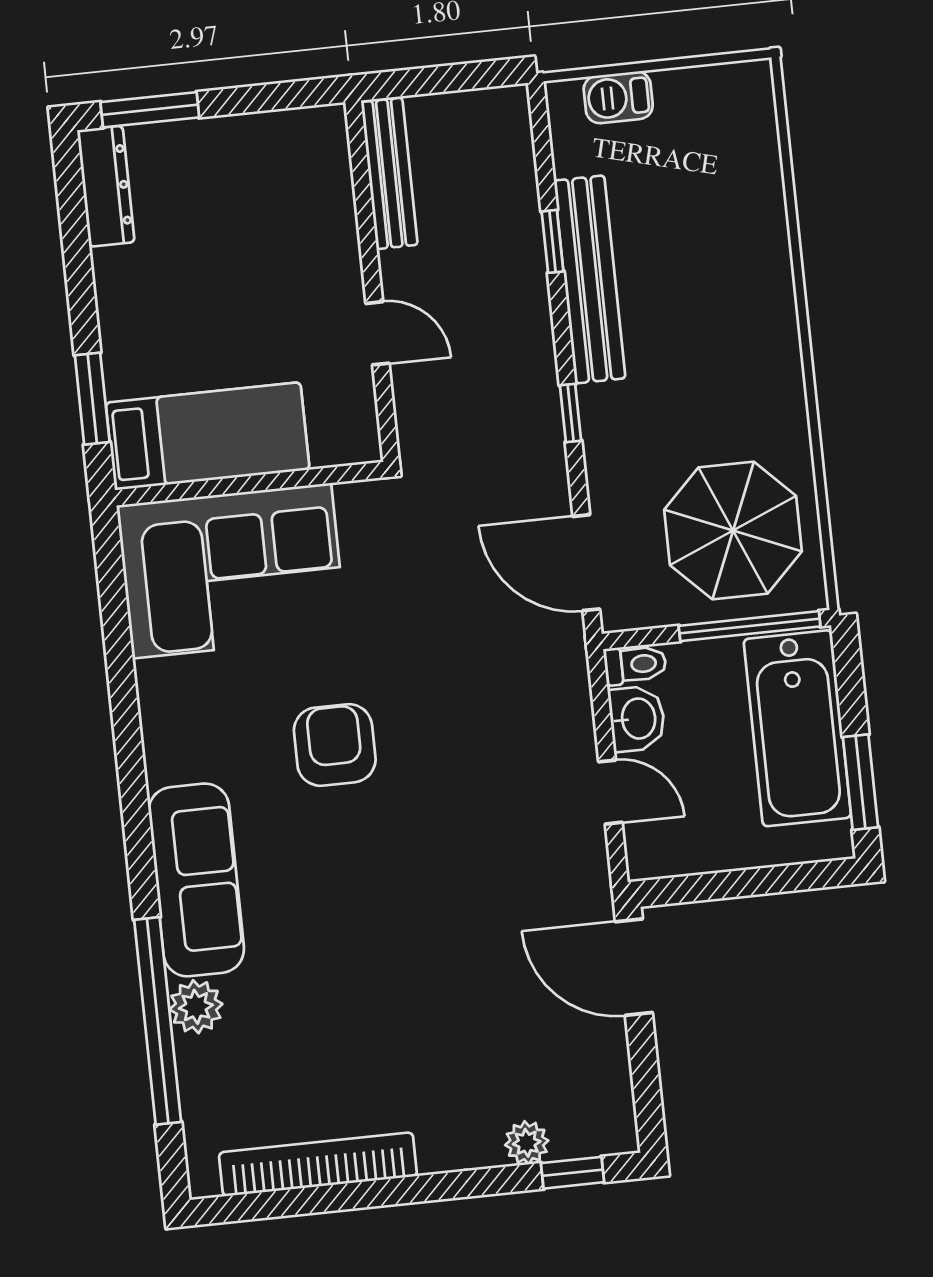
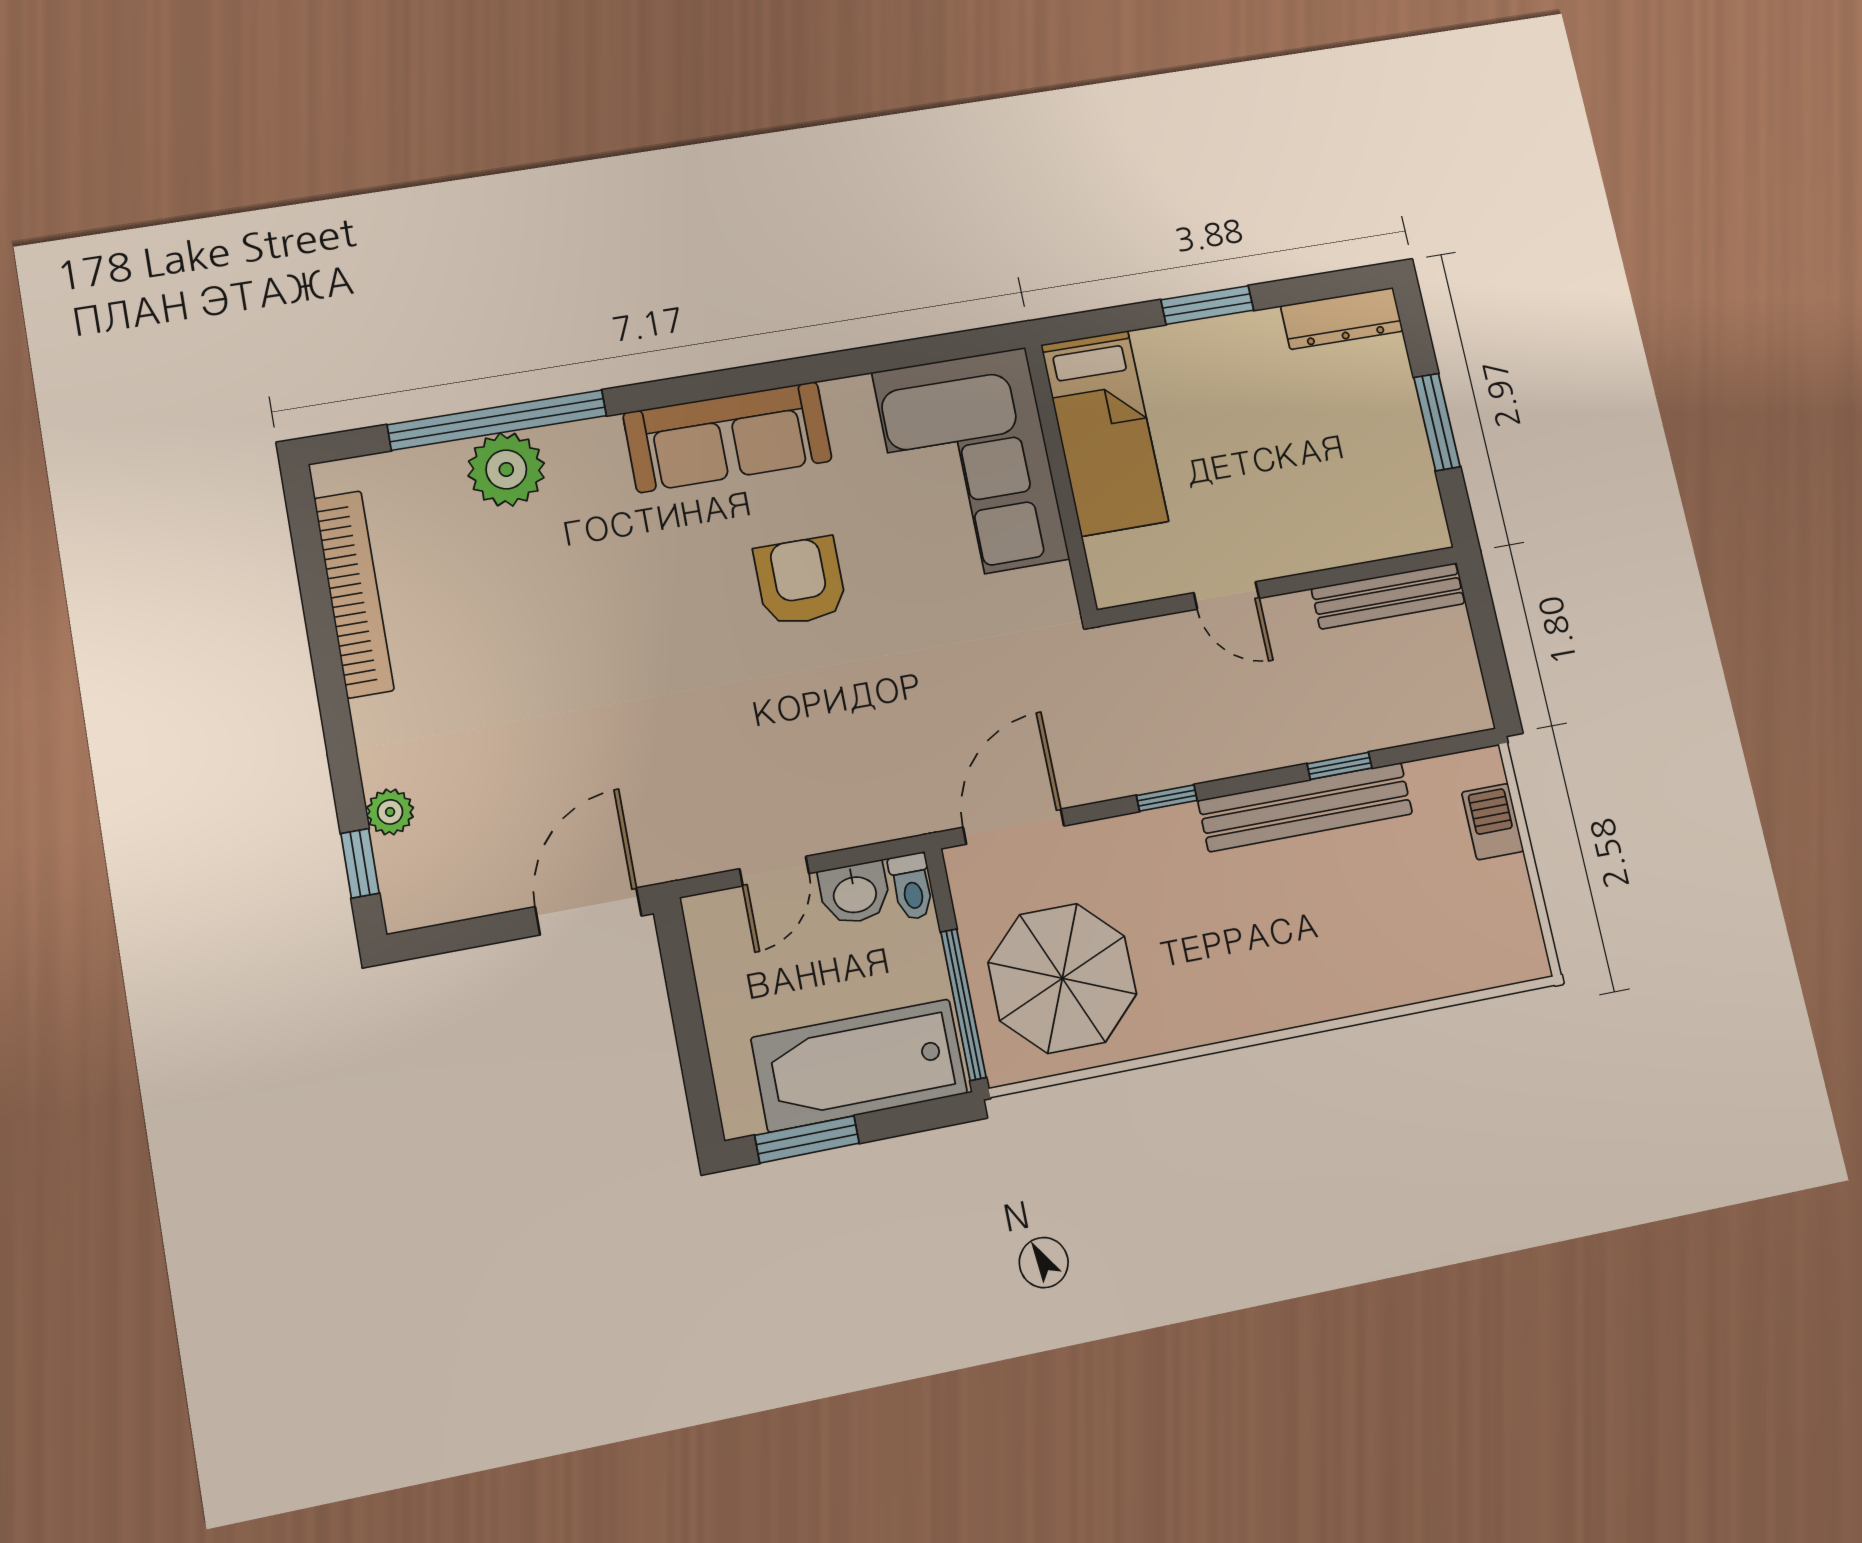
window: (150, 110) -> (1437, 422), moved
door: (378, 333) -> (1226, 595), hinge flipped
window: (92, 399) -> (1207, 305), moved
armchair: (335, 745) -> (800, 581), turned -90
sofa: (196, 880) -> (728, 437), moved
plant: (196, 1007) -> (506, 469), width x1.36, depth x1.36

